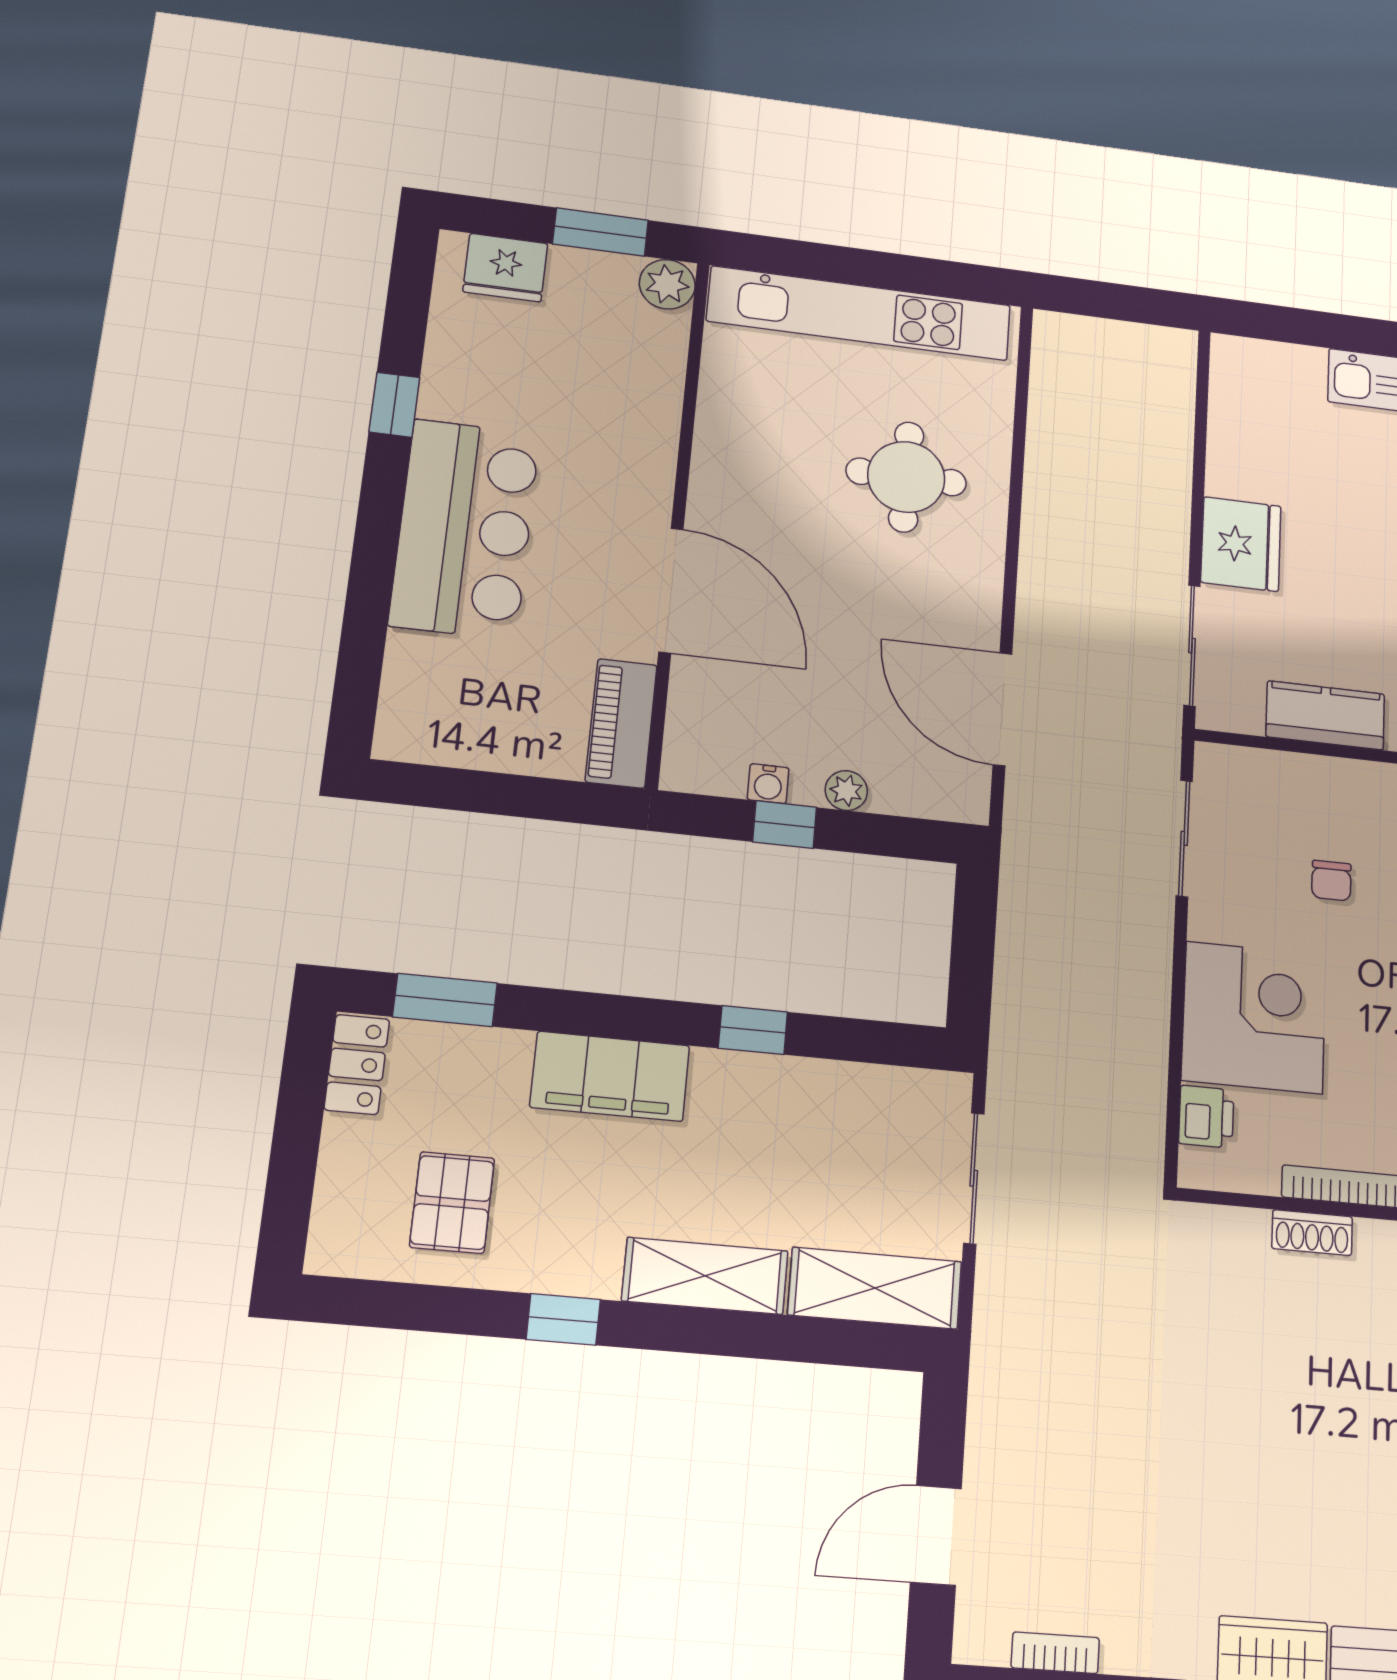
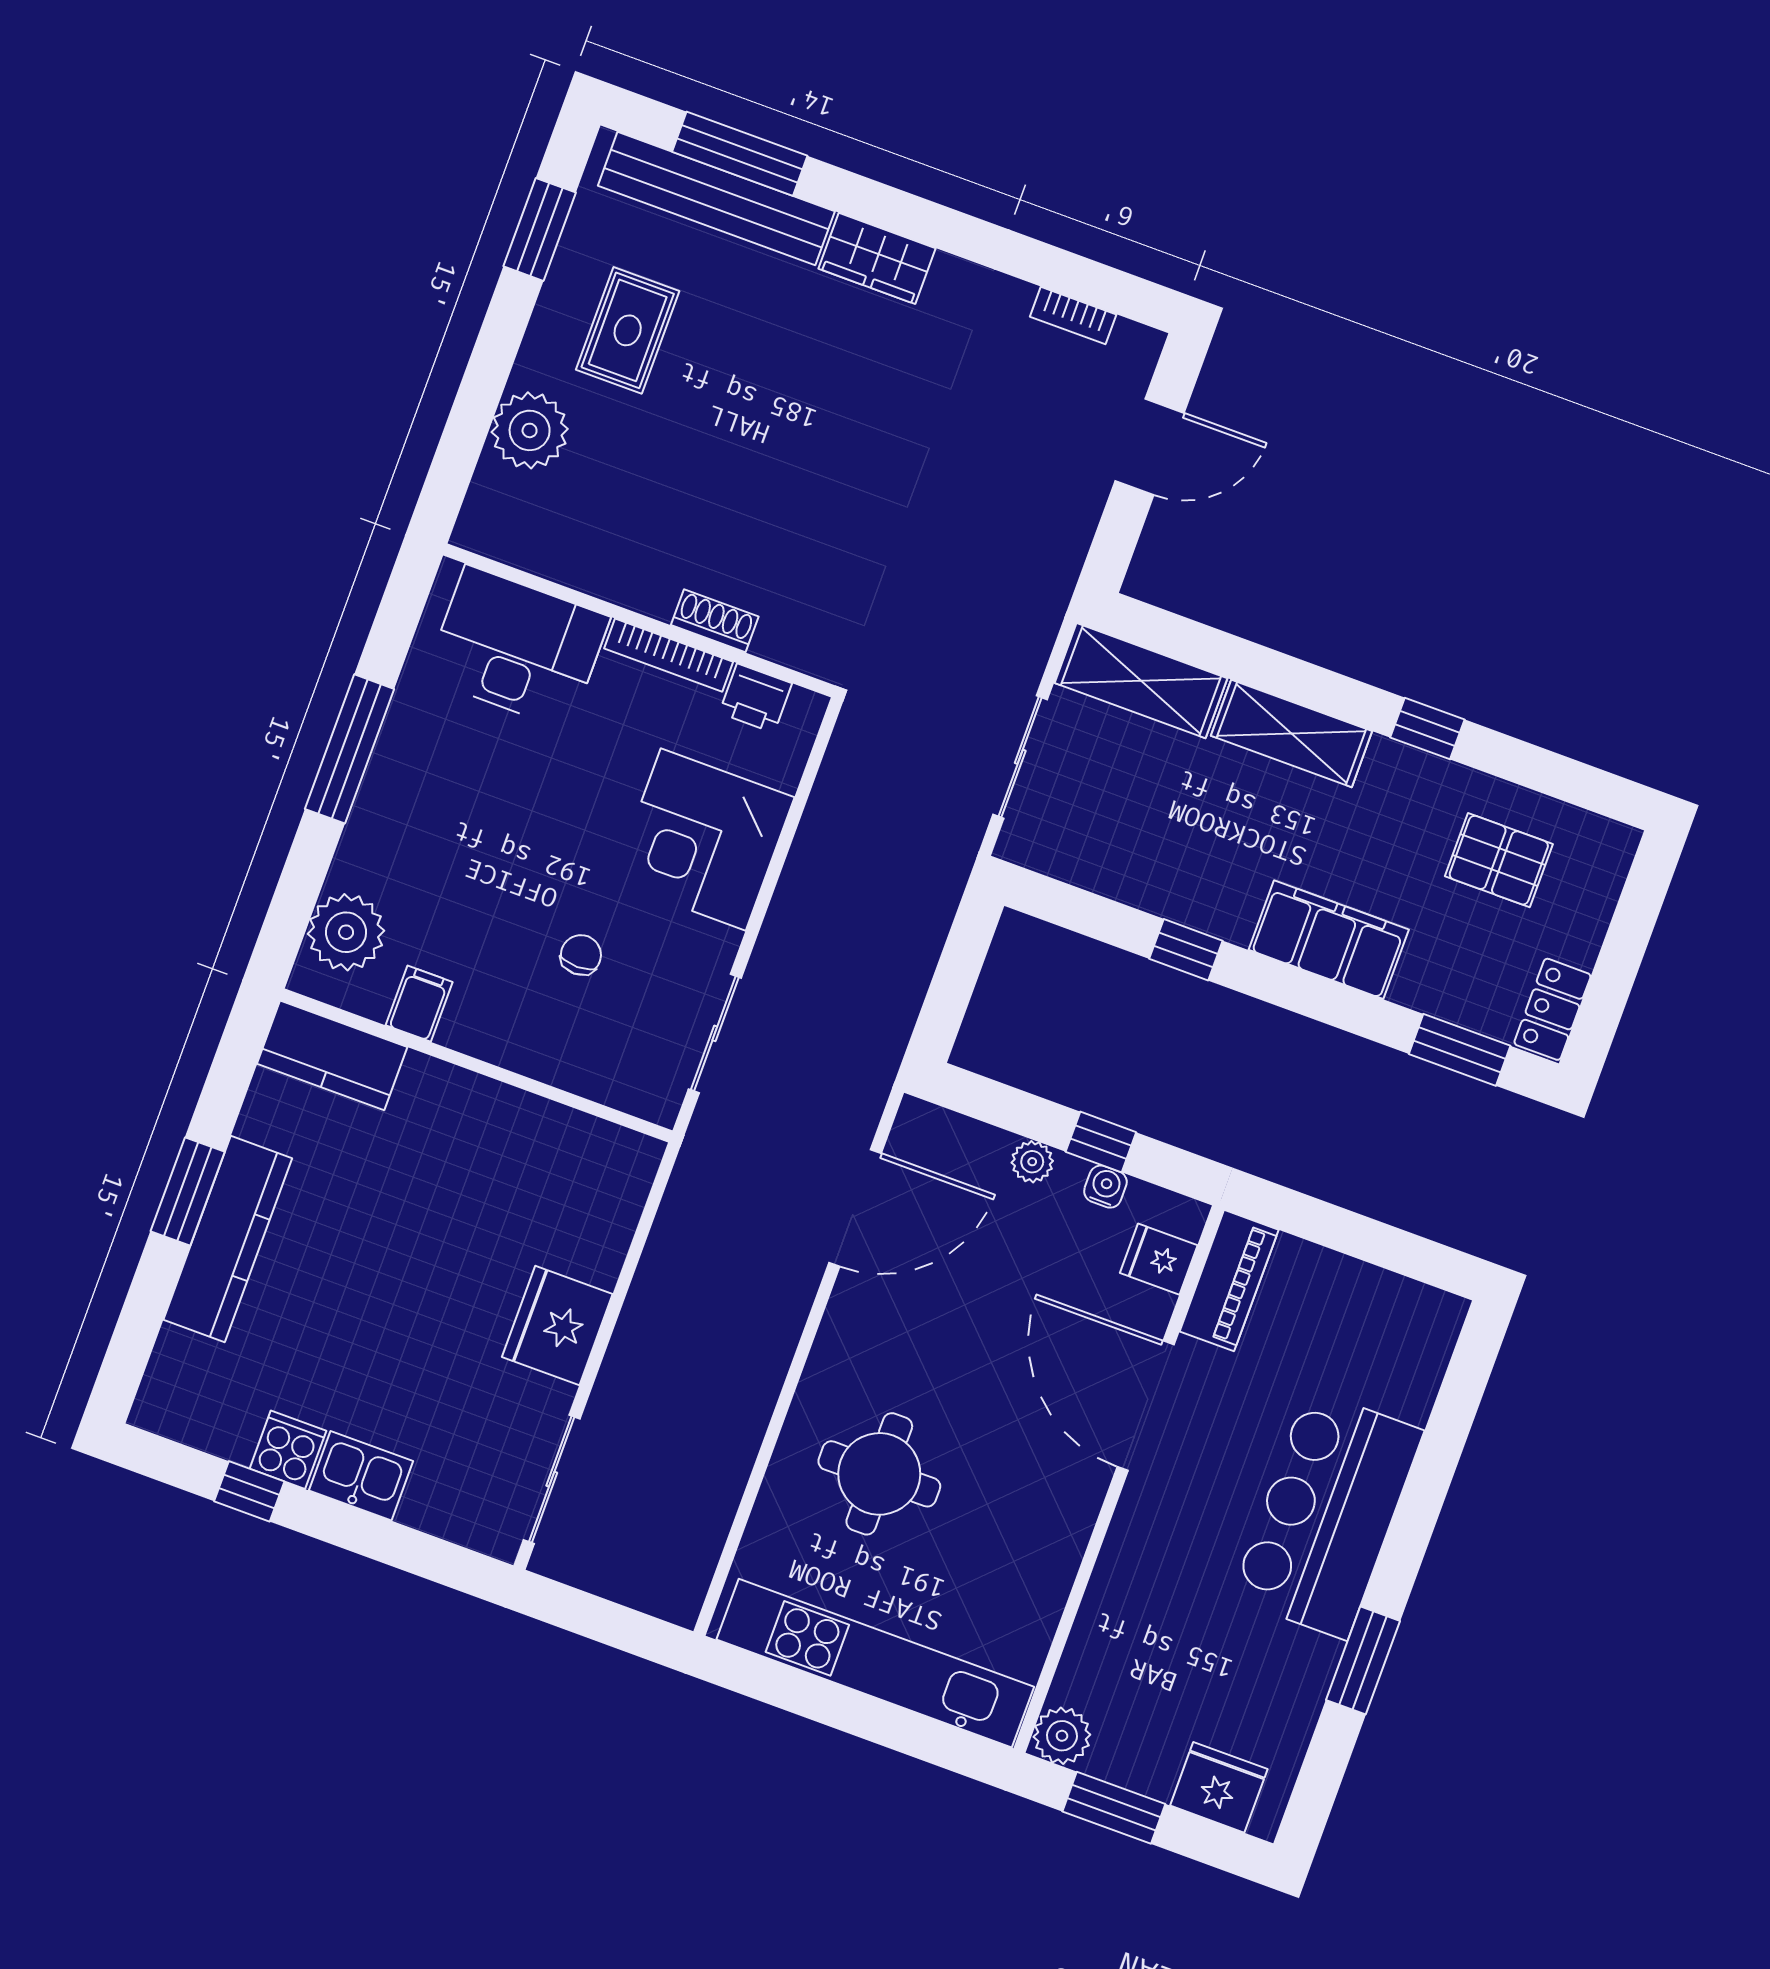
window: (394, 405) -> (1363, 1660), width x1.50
sliding door: (1192, 646) -> (552, 1479), moved
door: (1002, 709) -> (855, 1208), hinge flipped
kitchen counter: (1325, 715) -> (530, 1125), removed
fridge: (696, 728) -> (1159, 1259), added
printer: (1206, 1117) -> (756, 698), moved, turned -90
pallet: (452, 1203) -> (1499, 860), turned 90

